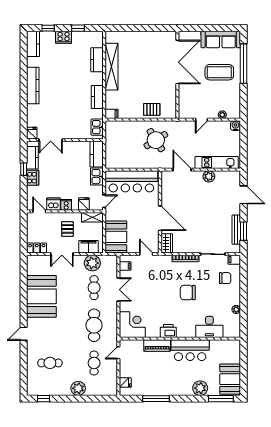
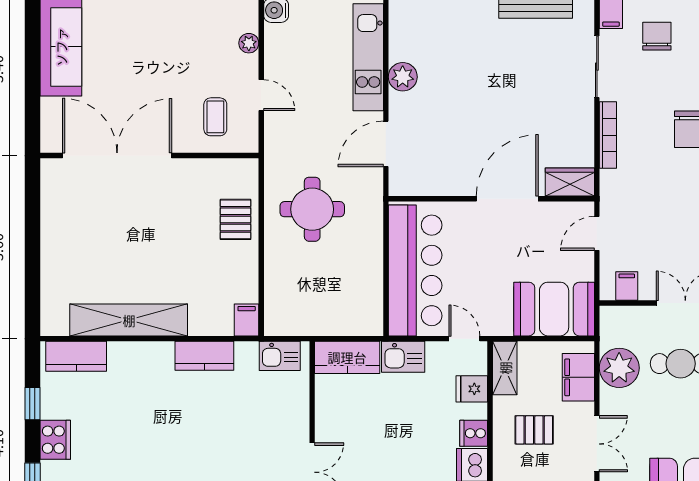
kitchen counter: (97, 60) -> (76, 356), moved
coffee table: (219, 72) -> (215, 117), moved, width x0.54, depth x0.58
round table: (156, 140) -> (312, 209), turned 32

